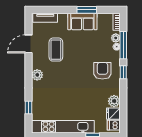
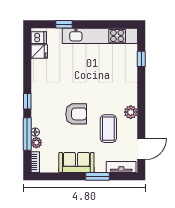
window: (87, 10) -> (97, 176), moved
door: (28, 44) -> (141, 149), moved
armchair: (102, 71) -> (76, 114), moved, turned -90
plant: (37, 75) -> (131, 112), moved
plant: (114, 101) -> (38, 67), removed

